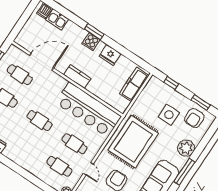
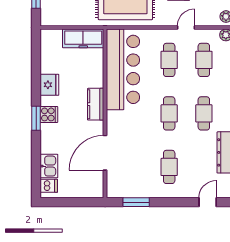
door: (42, 62) -> (105, 153), hinge flipped
cafe table: (20, 75) -> (204, 113), moved
freezer: (134, 85) -> (83, 38), moved

